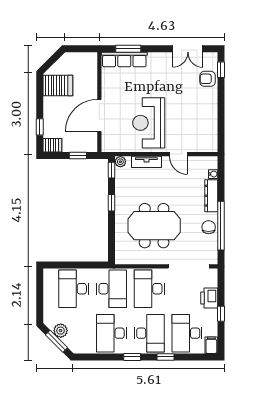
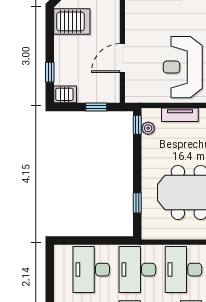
door: (99, 115) -> (122, 58), width x0.73
plant: (120, 162) -> (148, 128), moved
window: (111, 203) -> (137, 203), moved
desk: (112, 289) -> (137, 270), turned 180

